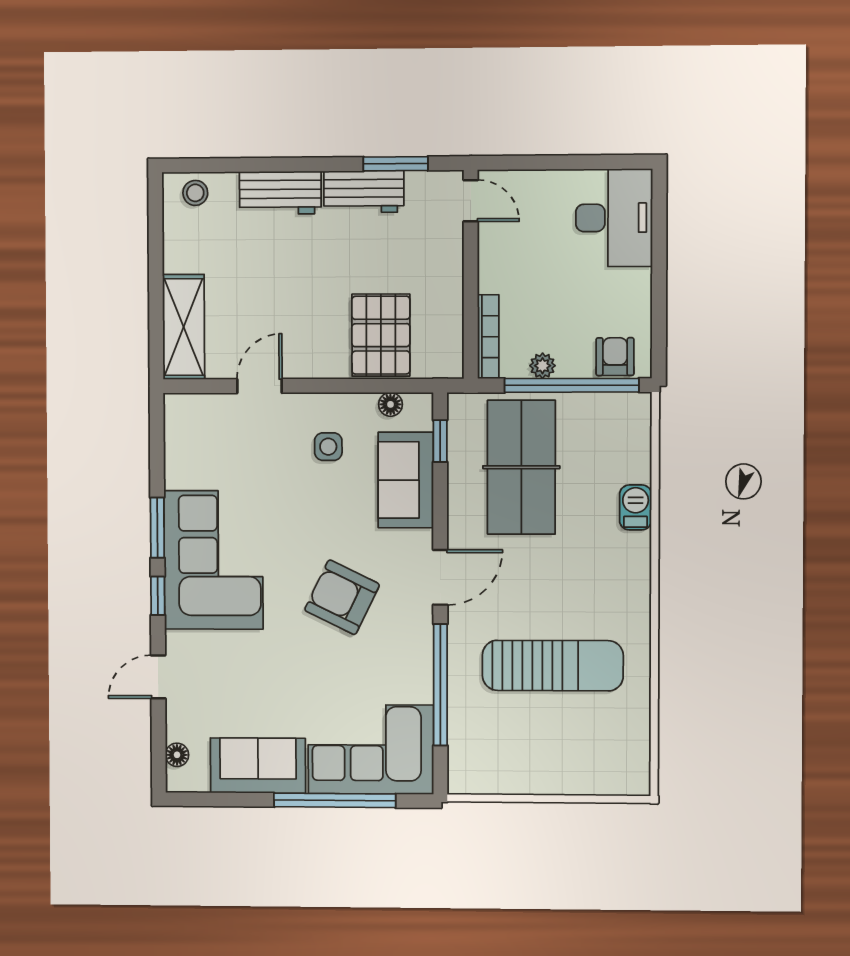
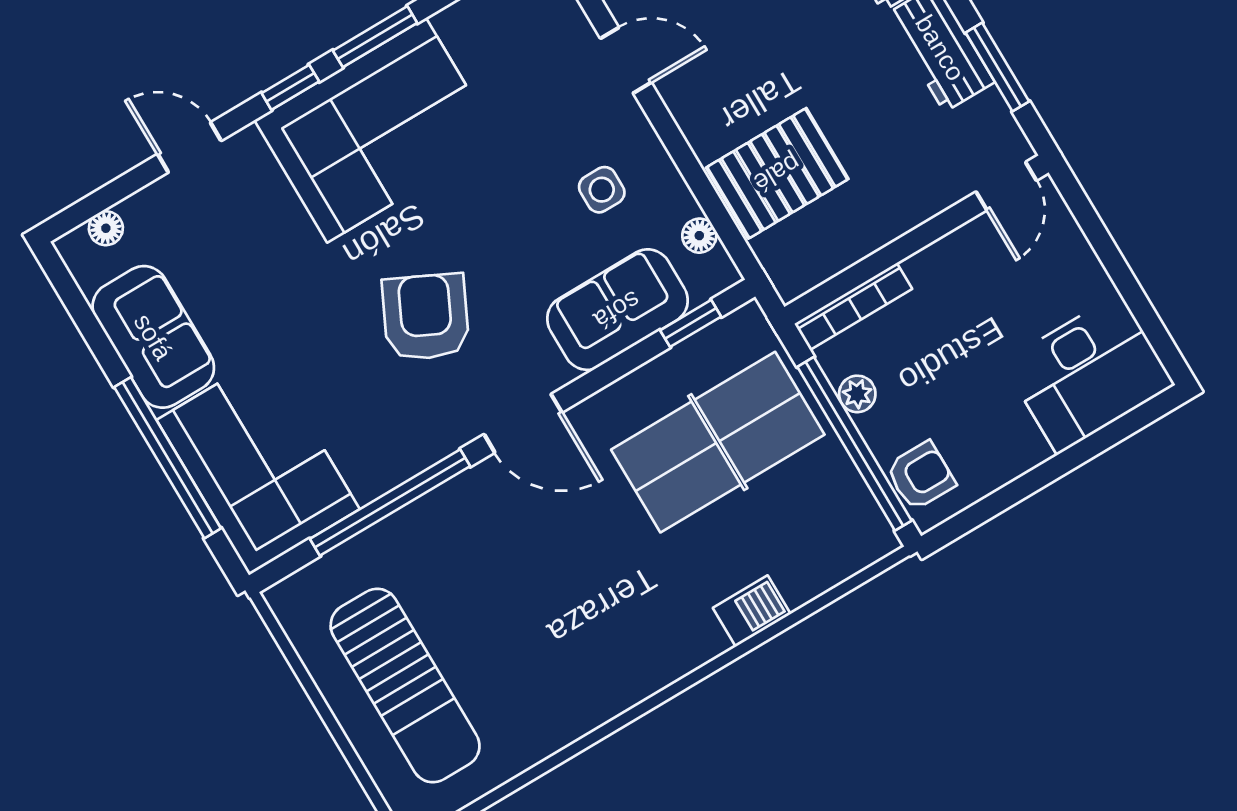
sun lounger: (553, 666) -> (405, 686), moved

